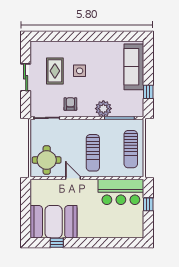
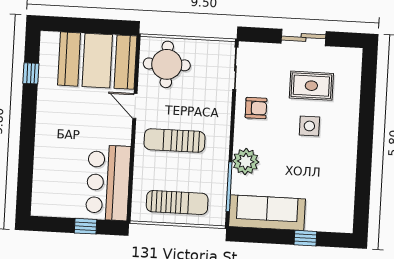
sofa: (134, 67) -> (267, 213), moved
window: (148, 92) -> (305, 238), moved
sun lounger: (131, 149) -> (177, 202), turned 180
door: (73, 178) -> (135, 106), swing flipped
booth: (54, 222) -> (97, 61), moved, turned 90

